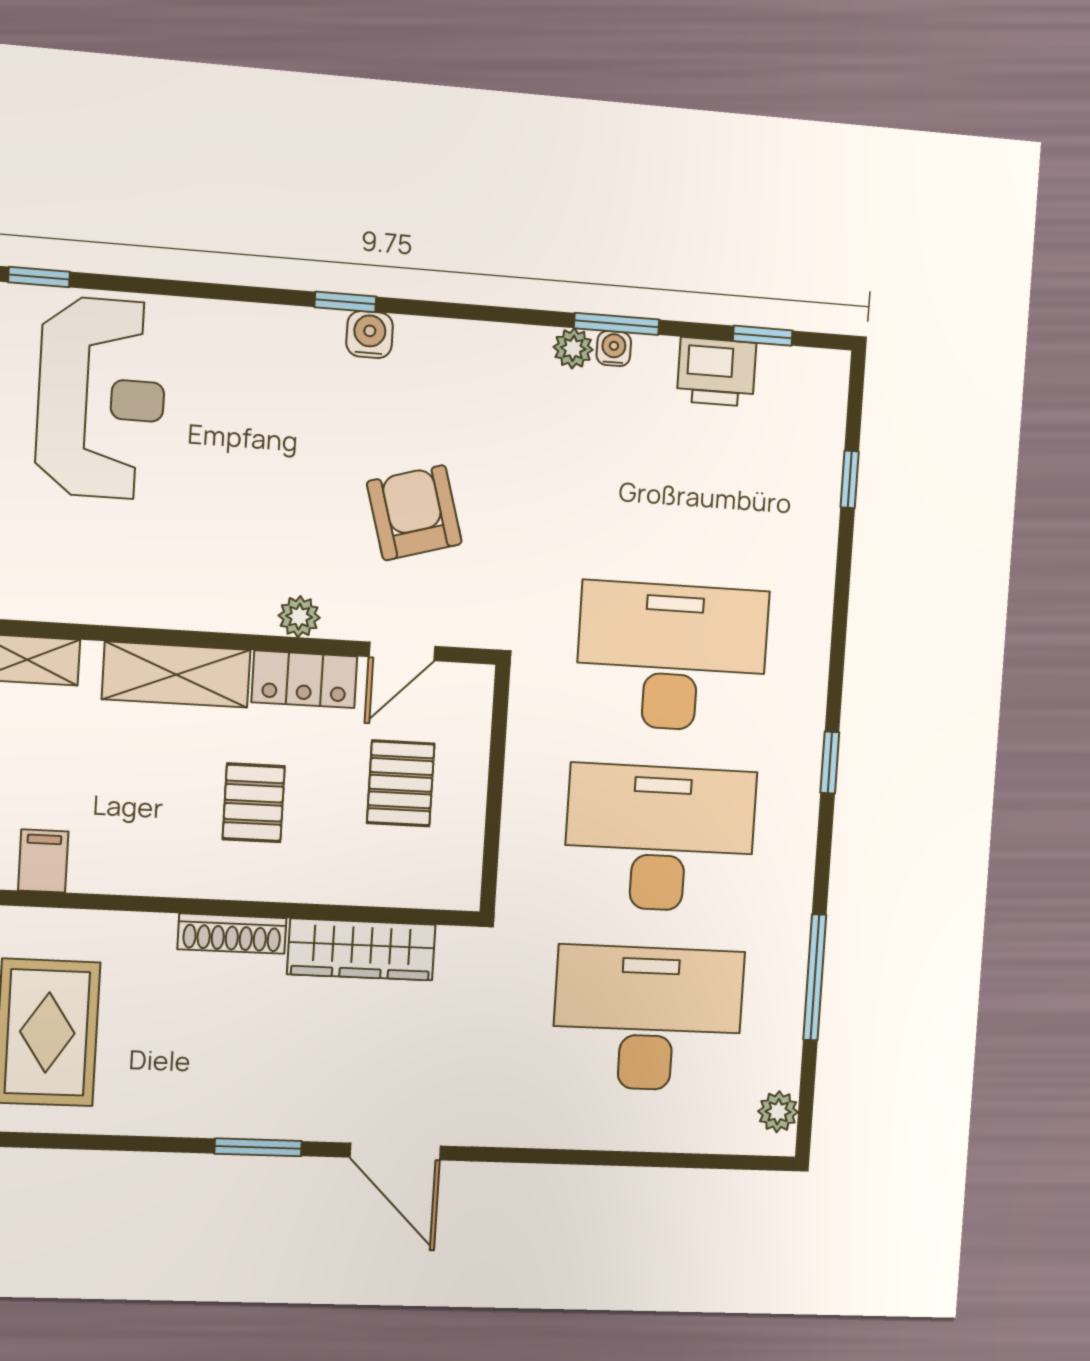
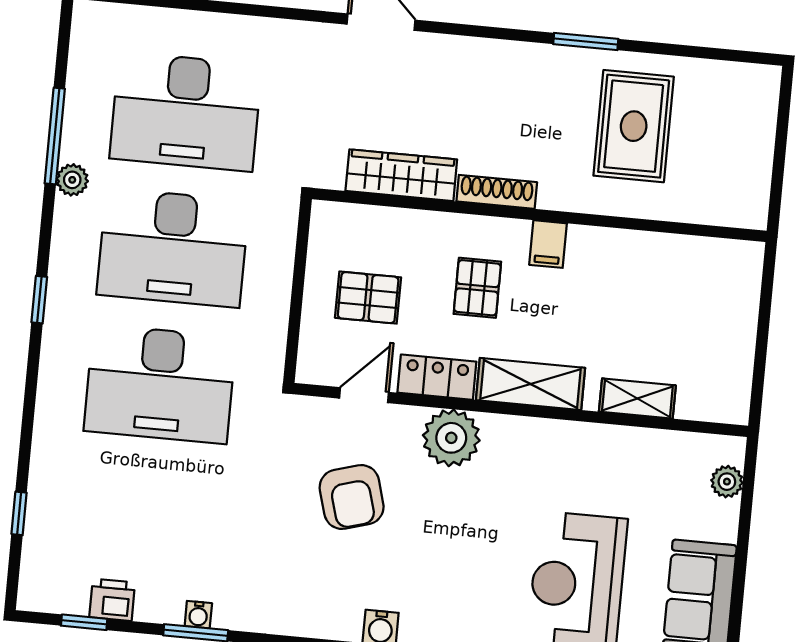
plant: (573, 348) -> (229, 615), removed
printer: (717, 372) -> (112, 600), width x0.73, depth x0.81
plant: (299, 617) -> (451, 438), width x1.88, depth x1.88
pallet: (401, 783) -> (368, 298), turned 90
filing cabinet: (43, 861) -> (548, 244), moved
plant: (778, 1112) -> (72, 180), moved
window: (258, 1147) -> (586, 42), moved

